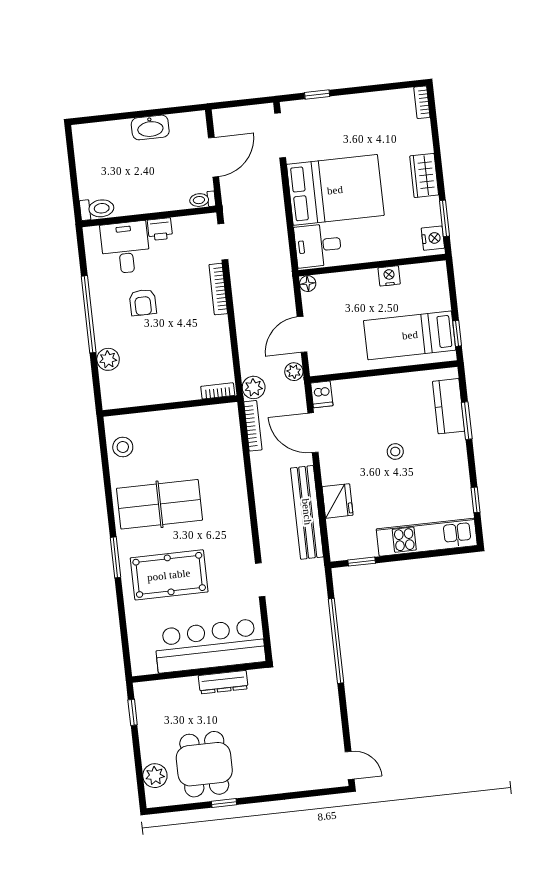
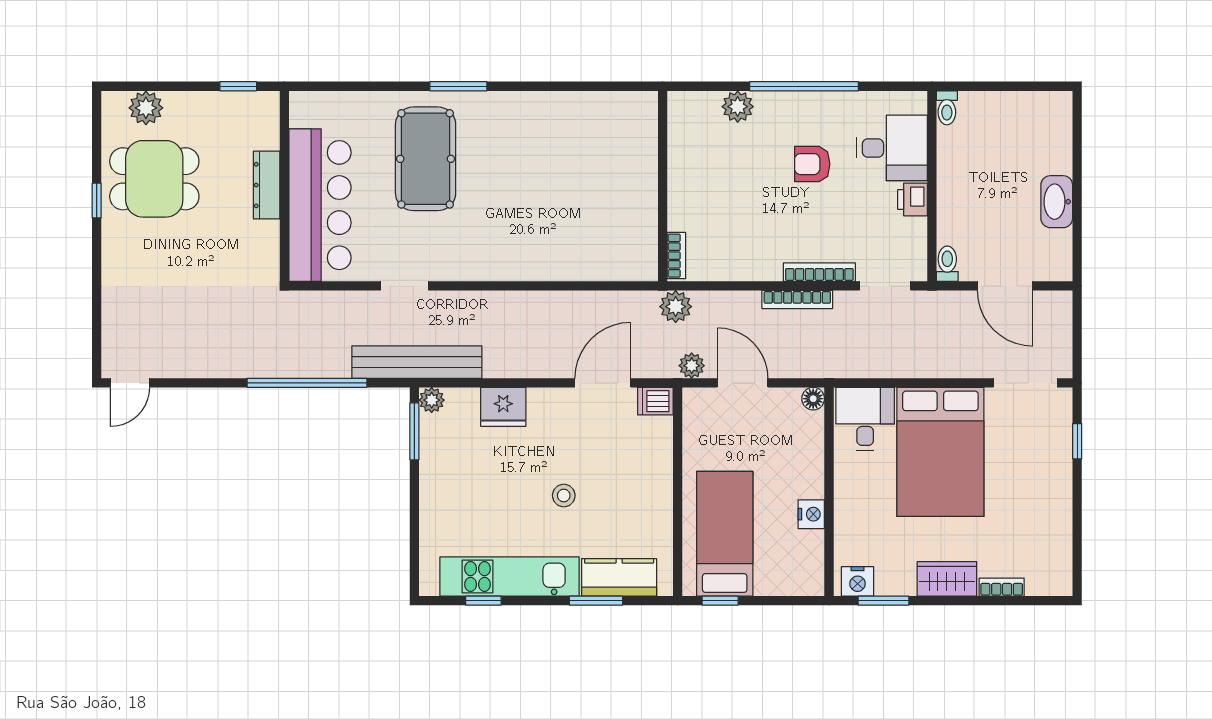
bookcase: (422, 102) -> (1002, 587), moved
toilet: (97, 209) -> (947, 108), width x0.73, depth x0.72
bookcase: (253, 426) -> (797, 300), moved
stool: (123, 447) -> (612, 114), removed
table tennis table: (160, 504) -> (526, 156), removed
bench: (307, 512) -> (417, 362), moved
kitchen unit: (427, 537) -> (510, 577), moved, turned -90
plant: (338, 552) -> (432, 400), added
window: (362, 562) -> (414, 431), width x1.50
dresser: (223, 682) -> (267, 185), moved

